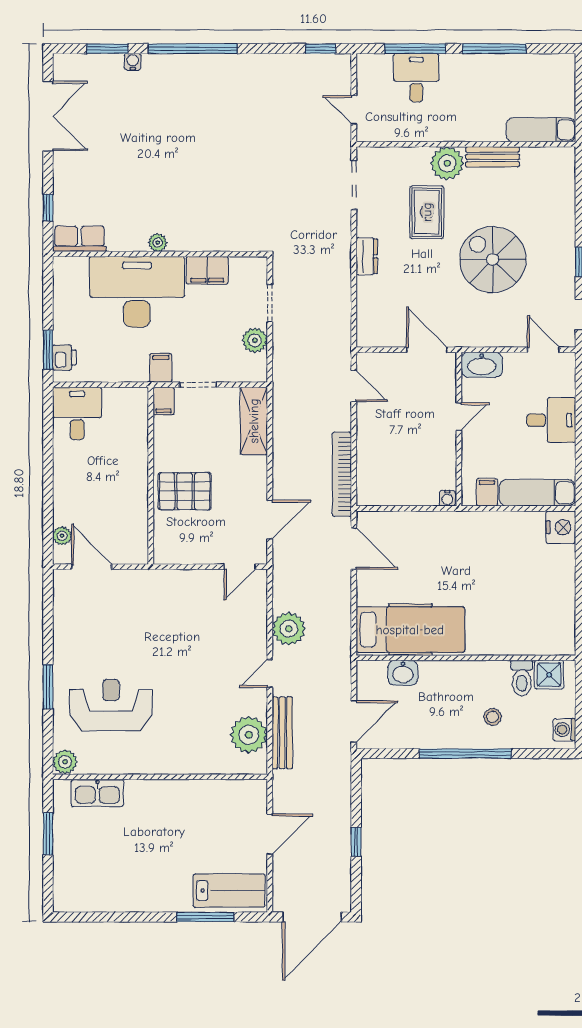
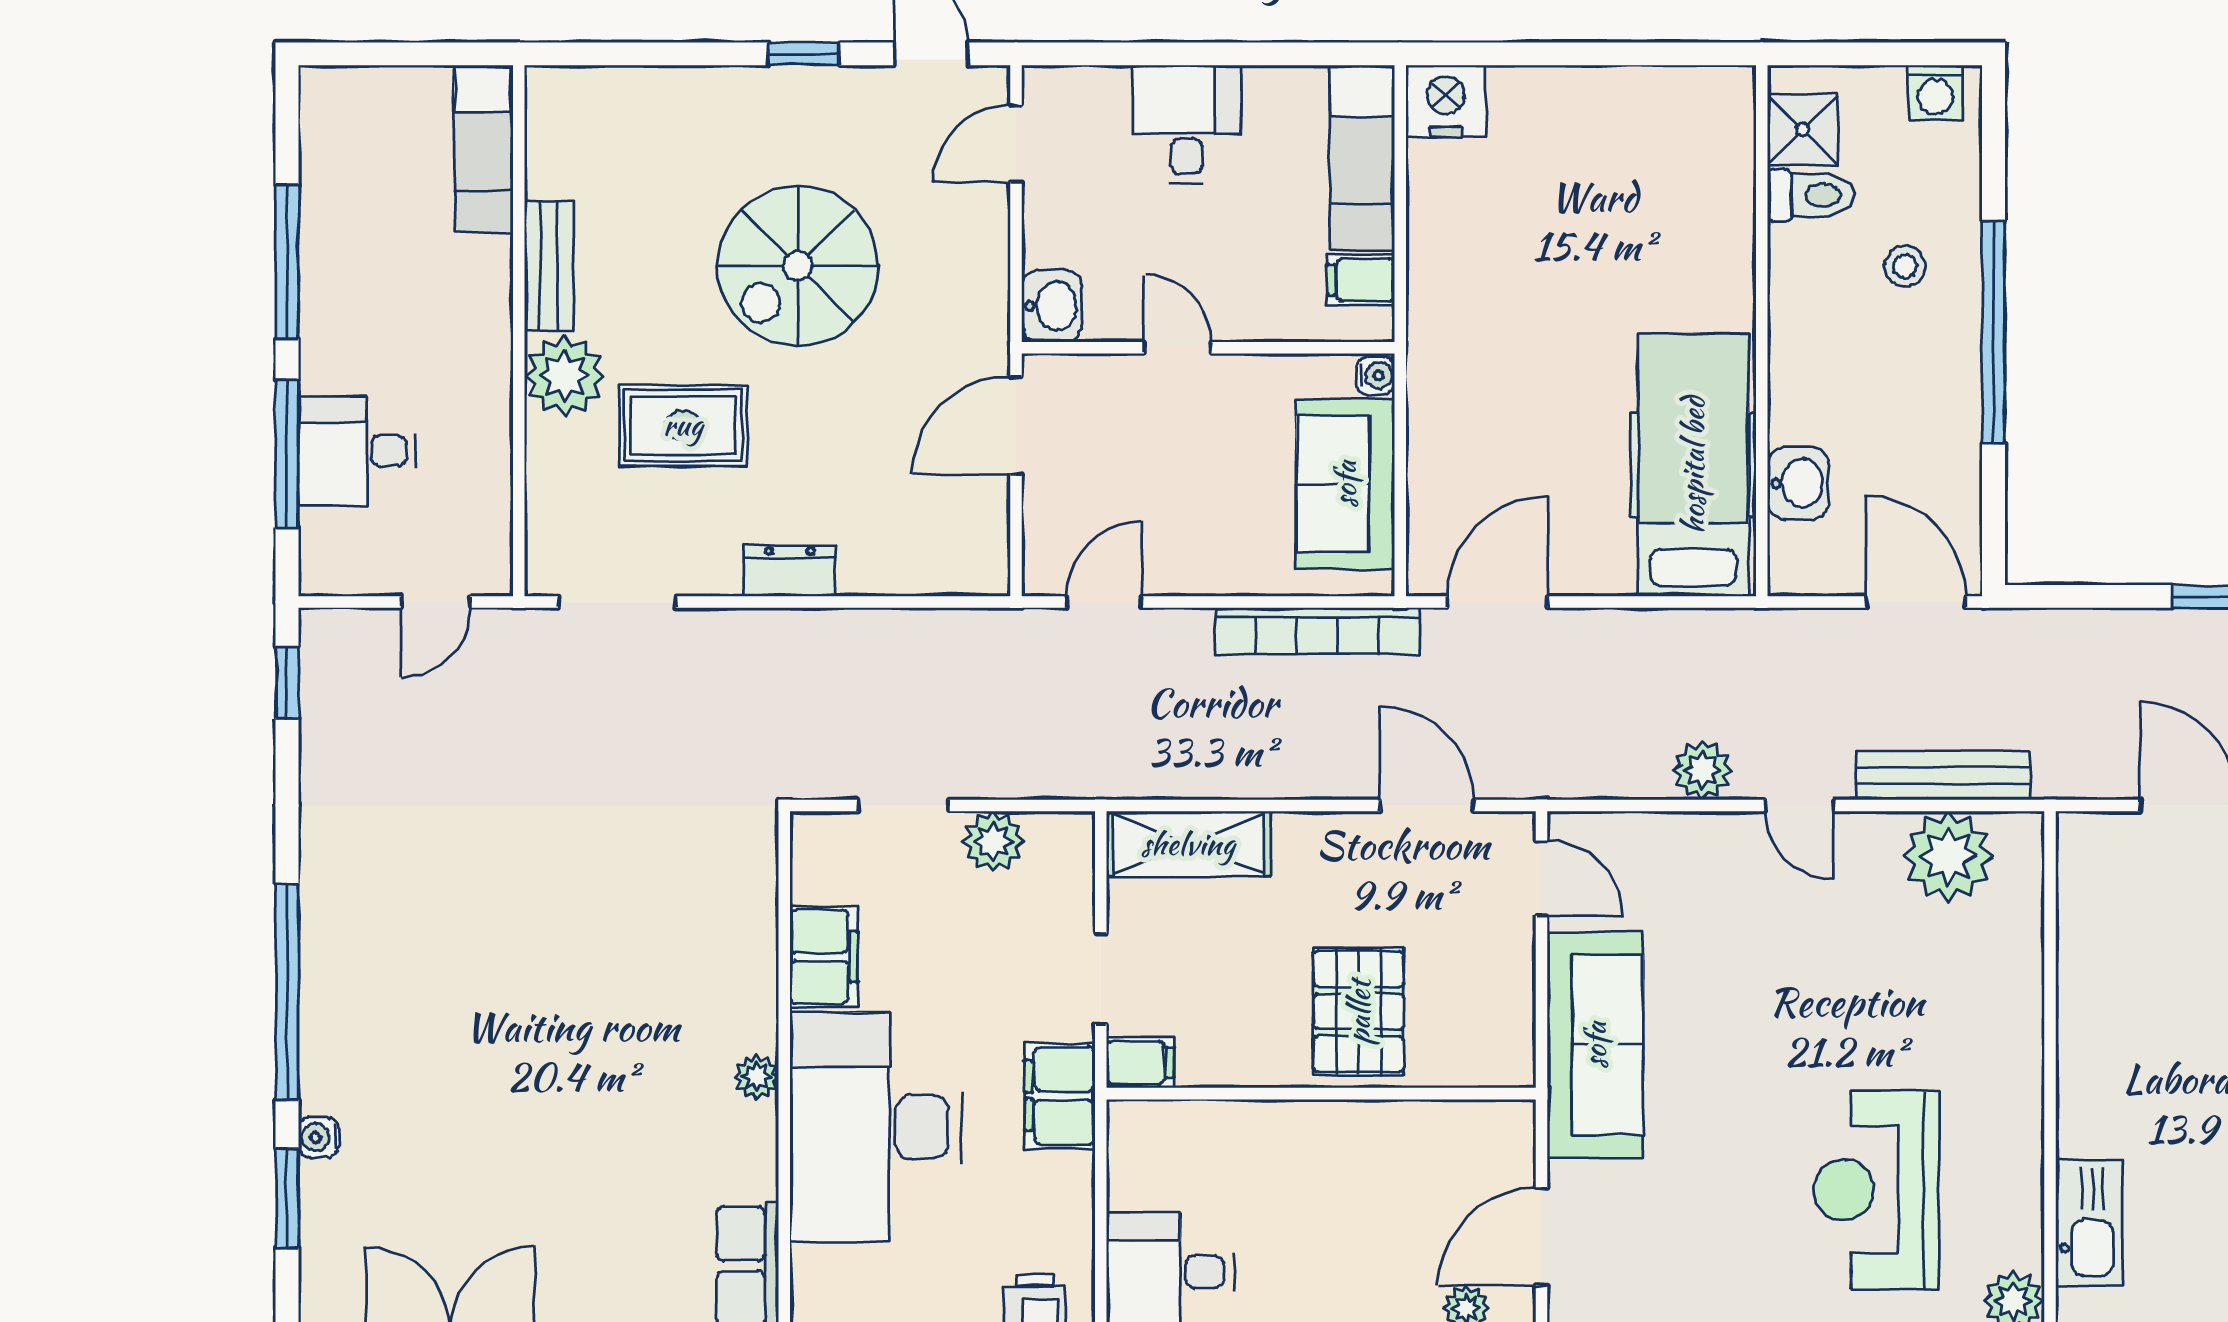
washbasin: (482, 365) -> (1052, 306), width x0.72
filing cabinet: (161, 368) -> (1060, 1096), width x2.00
sofa: (403, 486) -> (1345, 484), added
sofa: (171, 589) -> (1595, 1045), added
plant: (289, 629) -> (1702, 770), width x0.73, depth x0.73

